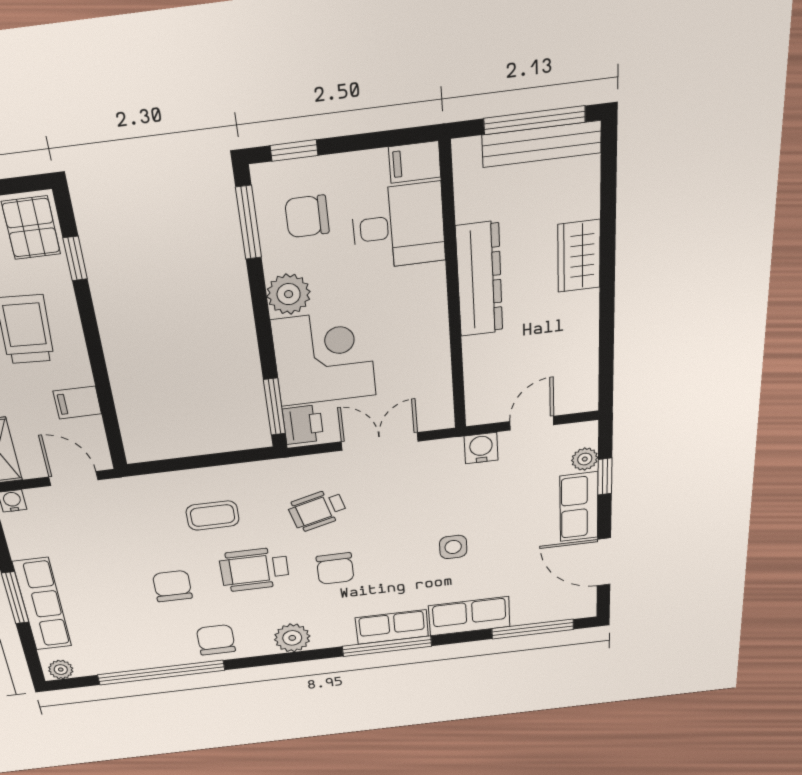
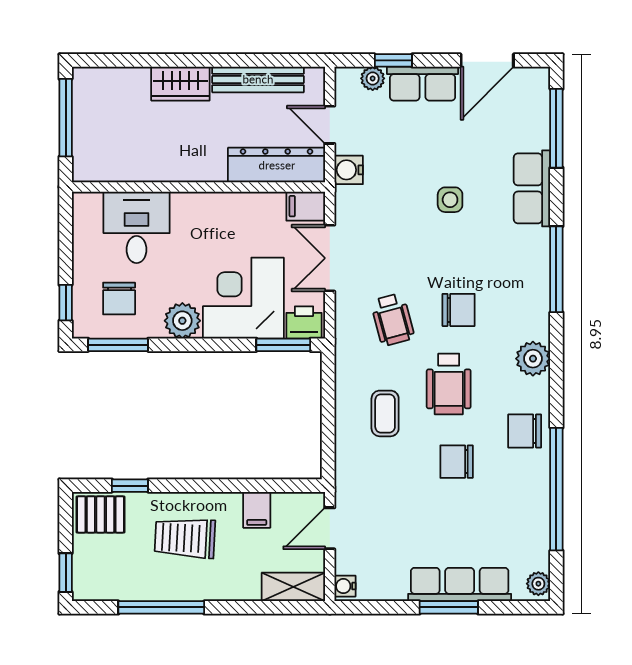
bench: (542, 144) -> (258, 79), moved, turned 90
filing cabinet: (415, 162) -> (306, 206), moved, turned 90
dresser: (479, 280) -> (277, 165), moved
row of seats: (392, 627) -> (534, 263), removed

